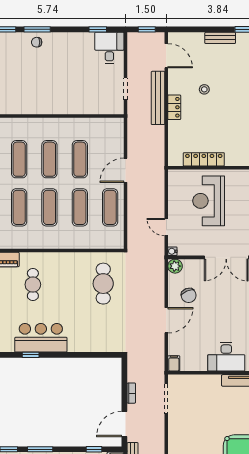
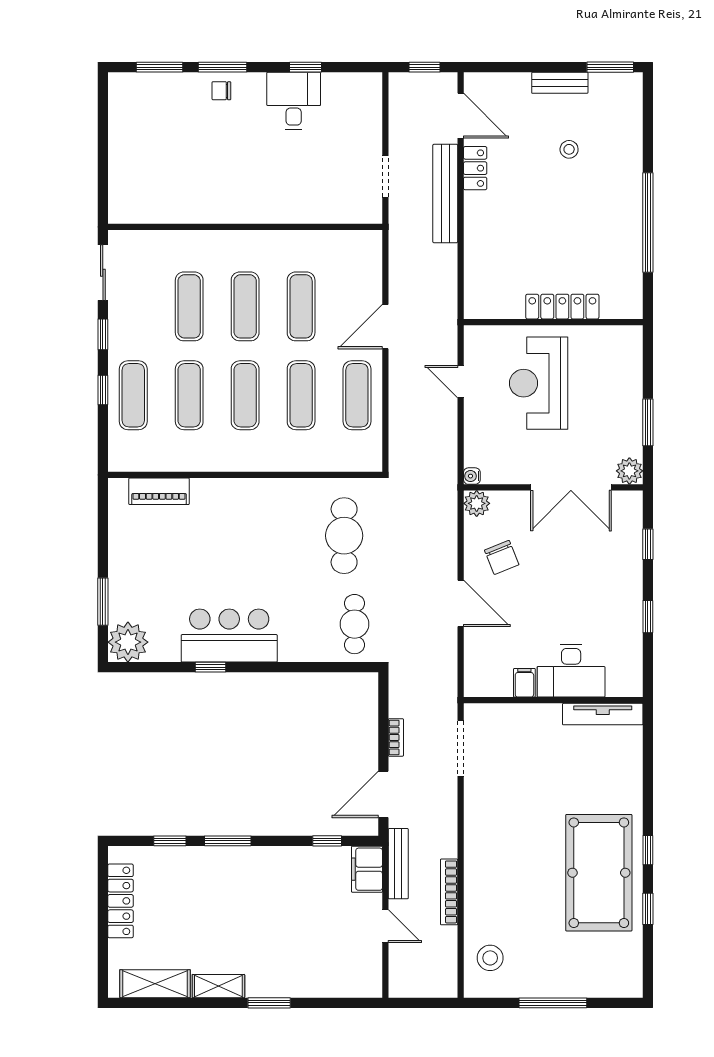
window: (98, 29) -> (305, 67), moved
desk: (109, 48) -> (294, 101), moved
stool: (204, 89) -> (569, 149), moved
locker: (174, 107) -> (475, 168), moved
locker: (204, 159) -> (562, 307), moved
door: (166, 227) -> (461, 382), moved
cafe table: (33, 285) -> (354, 624), moved
door: (166, 320) -> (461, 603), hinge flipped
filing cabinet: (174, 363) -> (524, 683), moved

